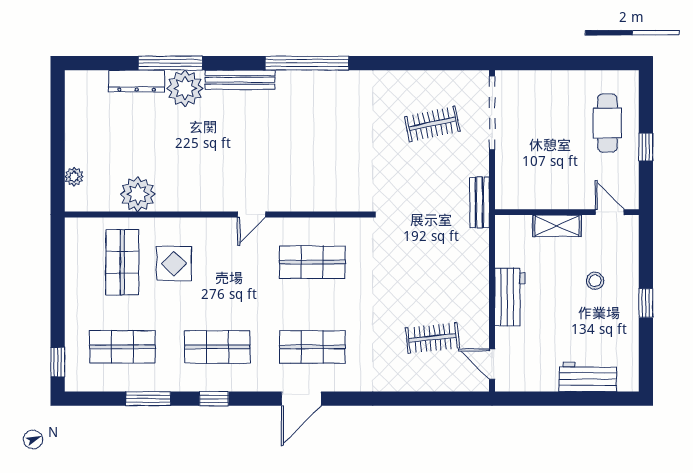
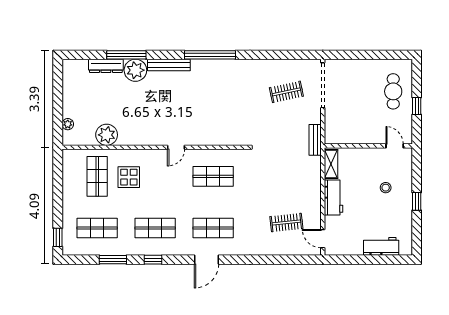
shelving: (557, 226) -> (331, 164), moved, turned 90

